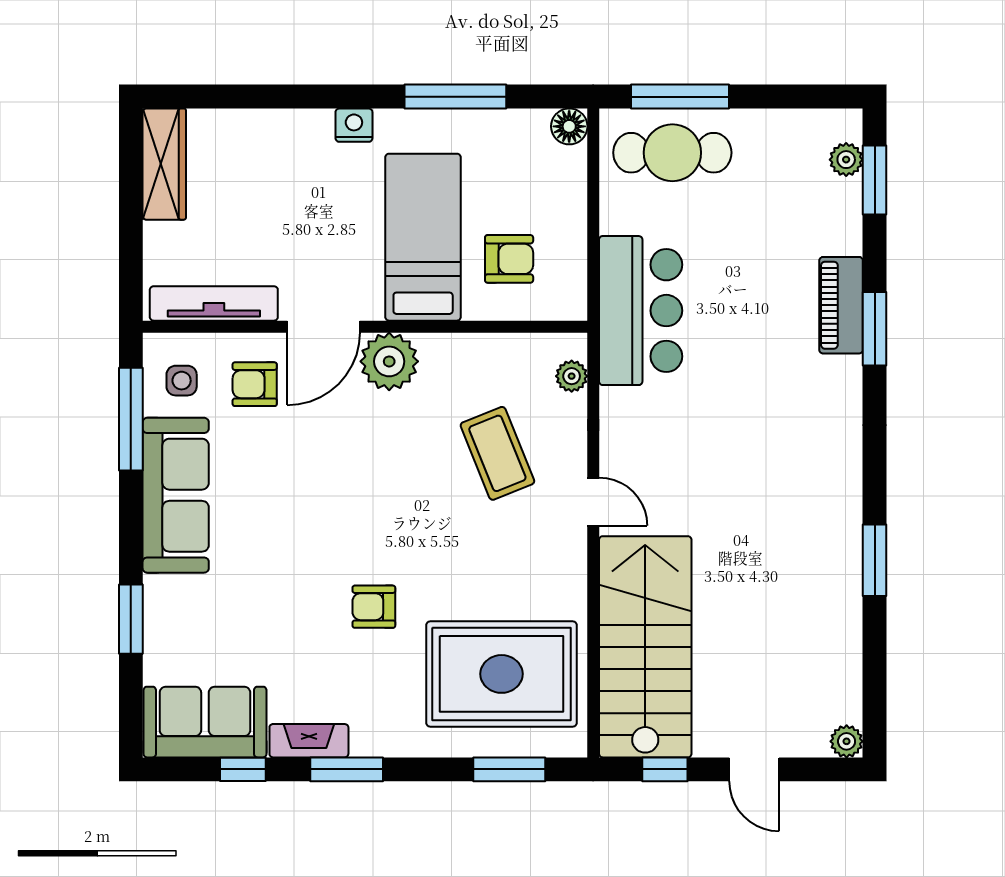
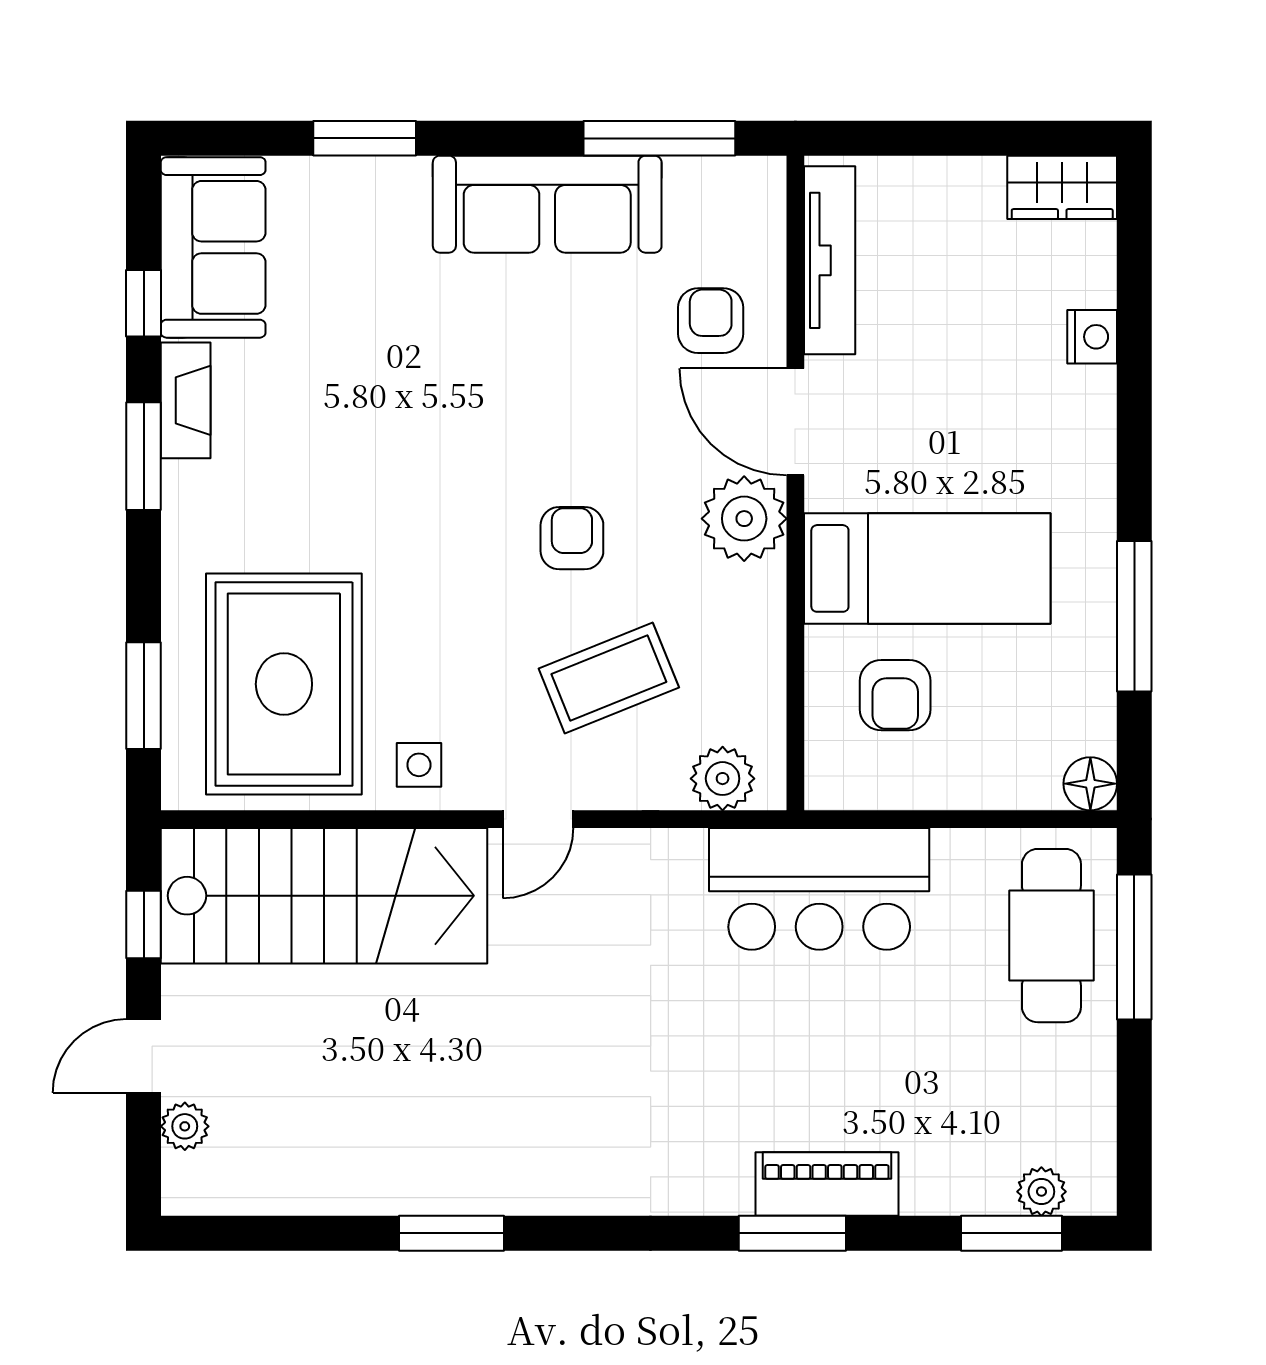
nightstand: (354, 125) -> (1092, 337), moved
wardrobe: (164, 164) -> (1062, 187), width x0.67
plant: (572, 376) -> (723, 779), width x1.38, depth x1.38
side table: (182, 381) -> (419, 765), moved
armchair: (374, 607) -> (572, 538), moved
plant: (847, 741) -> (185, 1126), moved

